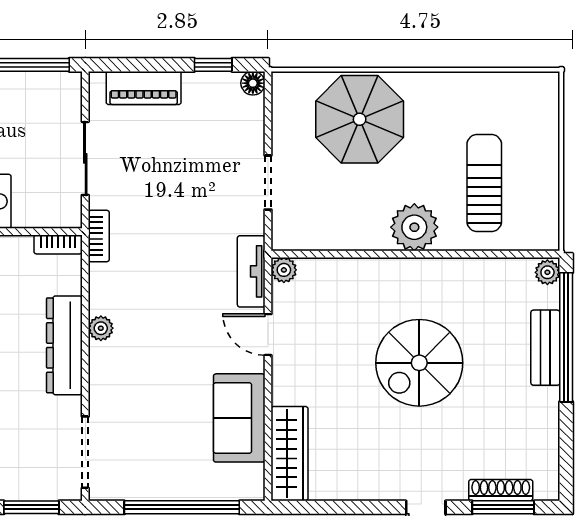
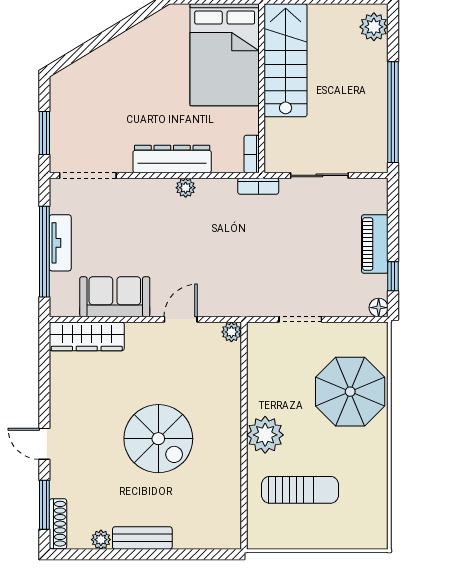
piano: (144, 88) -> (375, 244), moved
tv unit: (251, 271) -> (60, 243), moved, turned 90
plant: (547, 272) -> (101, 540), moved
window: (566, 337) -> (178, 554), removed
bench: (545, 348) -> (142, 538), moved
spiral stairs: (419, 363) -> (158, 439), turned 180
shoe rack: (501, 490) -> (58, 524), moved

